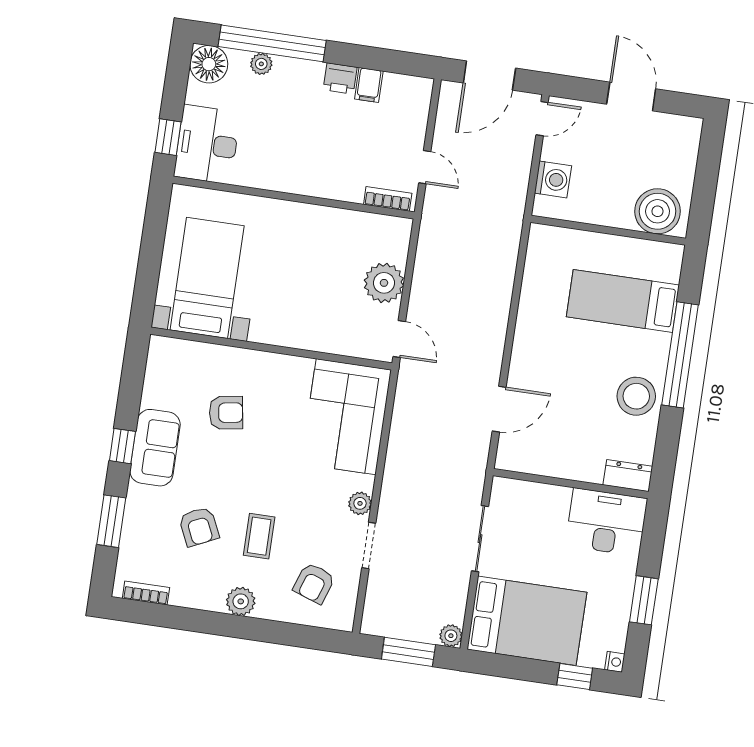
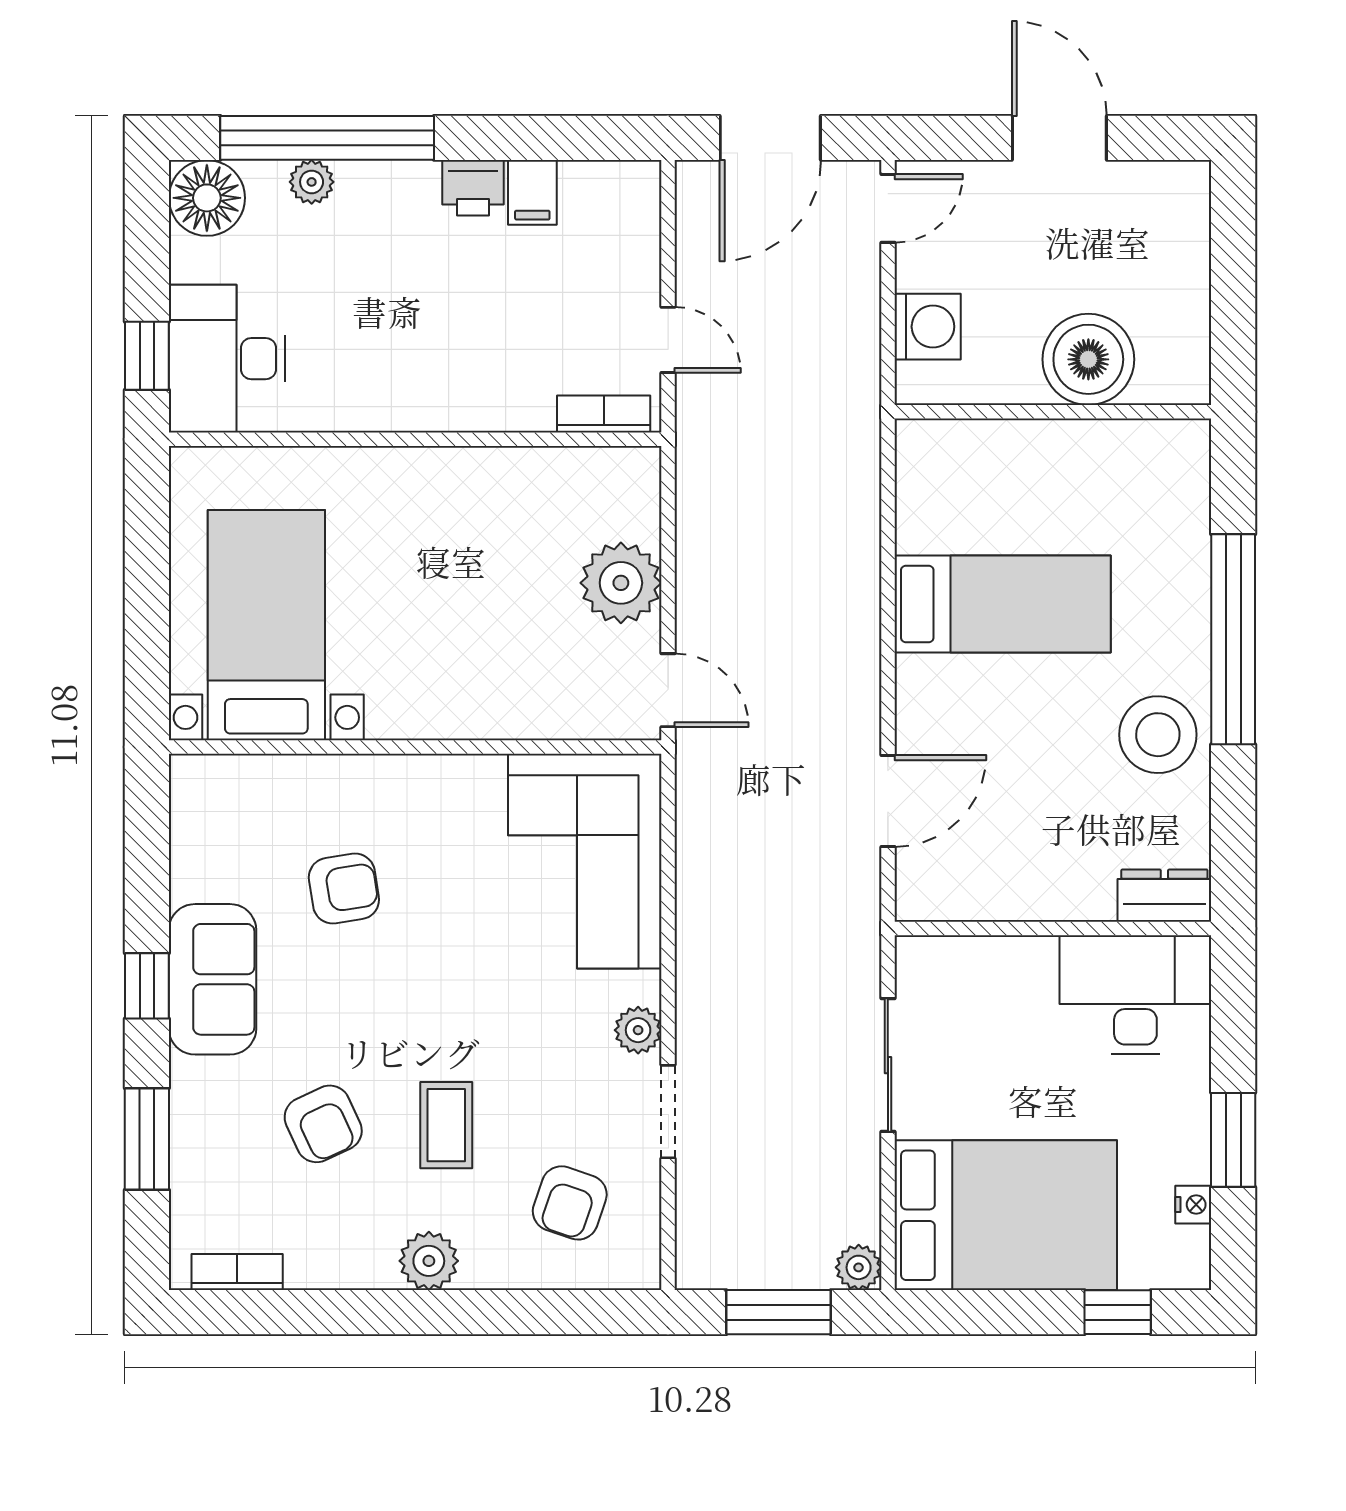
boiler: (658, 211) -> (1088, 359), moved
bed: (623, 301) -> (1003, 604), moved, turned 180
nightstand: (615, 662) -> (1193, 1205), moved

